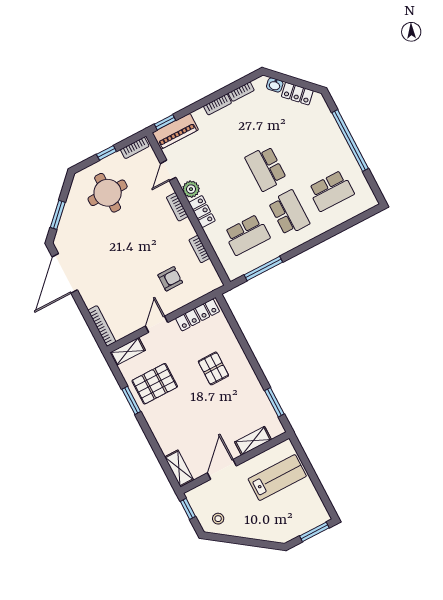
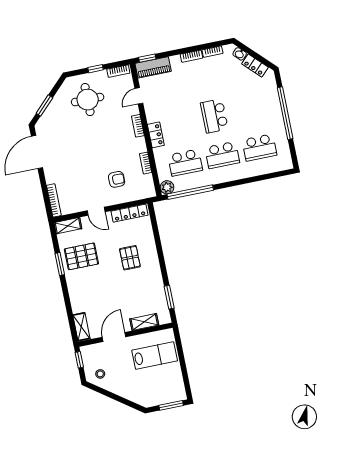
plant: (191, 189) -> (167, 187), moved
school desk: (289, 213) -> (222, 155), turned 90
window: (263, 268) -> (190, 192), width x1.46
door: (157, 324) -> (96, 211), swing flipped

